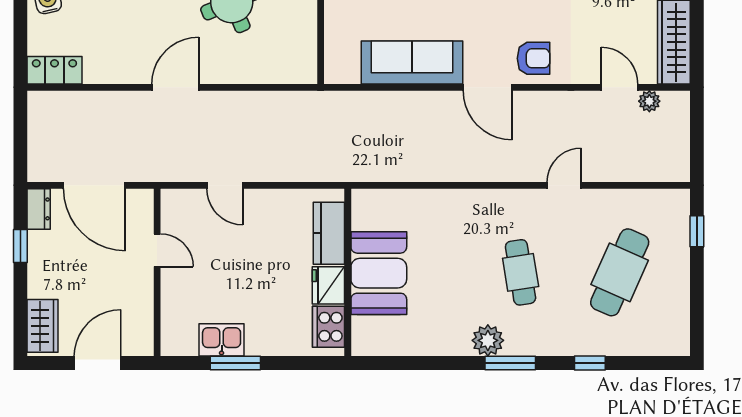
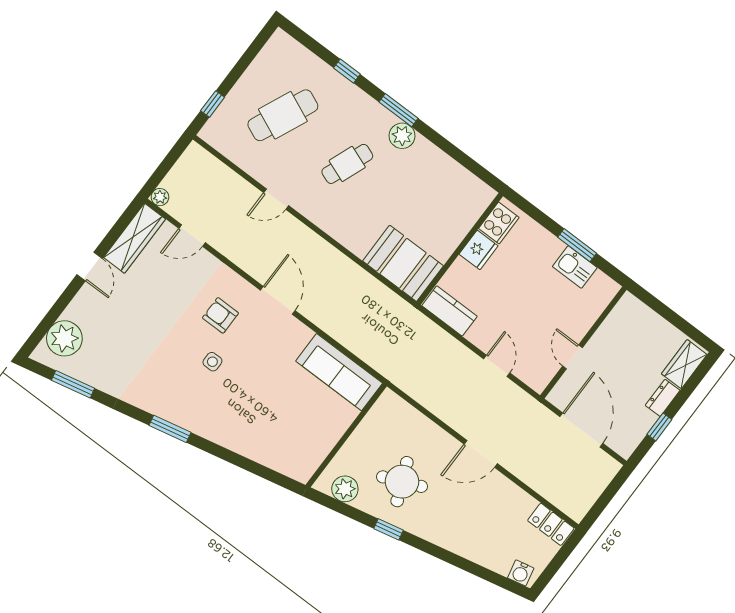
armchair: (534, 58) -> (220, 315), moved
sofa: (412, 62) -> (339, 372), moved
door: (620, 87) -> (192, 236), hinge flipped
plant: (649, 101) -> (160, 197), moved
dresser: (39, 209) -> (663, 398), moved
kitchen counter: (329, 233) -> (449, 311), moved, turned -90
cafe table: (521, 272) -> (347, 164), turned 30
booth: (379, 273) -> (403, 263), moved, turned 90
door: (98, 363) -> (667, 313), removed

